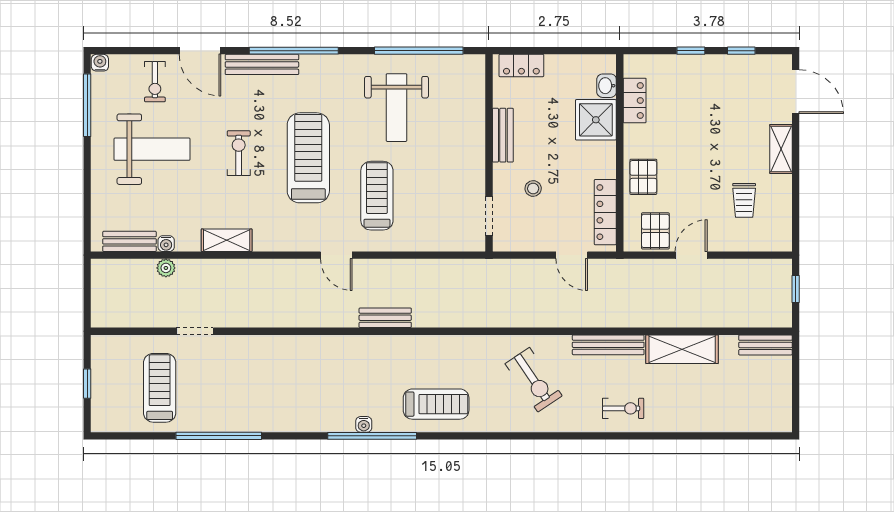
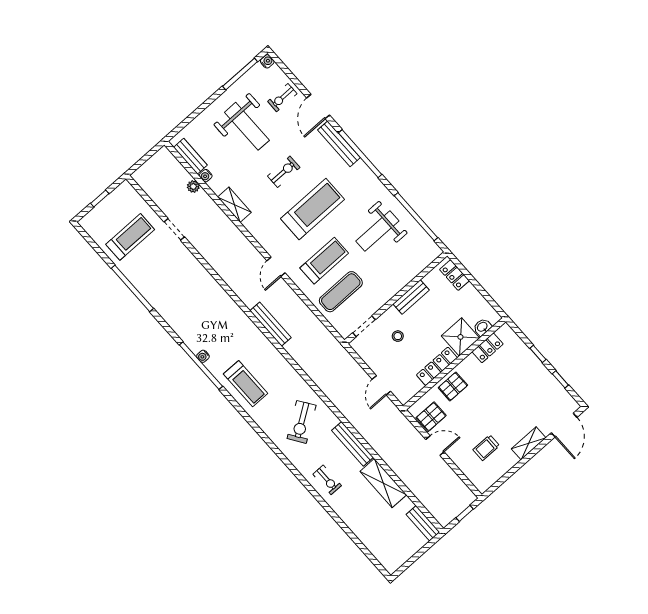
exercise mat: (428, 208) -> (341, 292), added
locker: (605, 212) -> (437, 366), moved
bench: (385, 318) -> (271, 324), width x1.36

